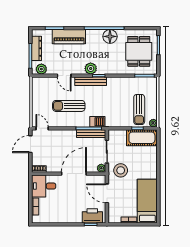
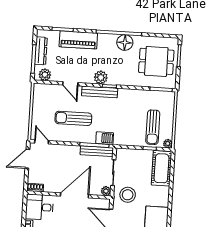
dining table: (139, 51) -> (156, 61), turned 90
cot: (142, 138) -> (162, 168), moved, turned 90

